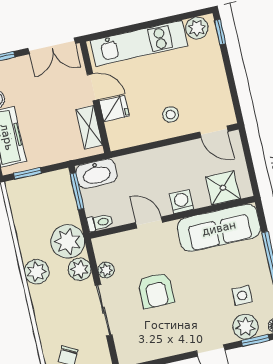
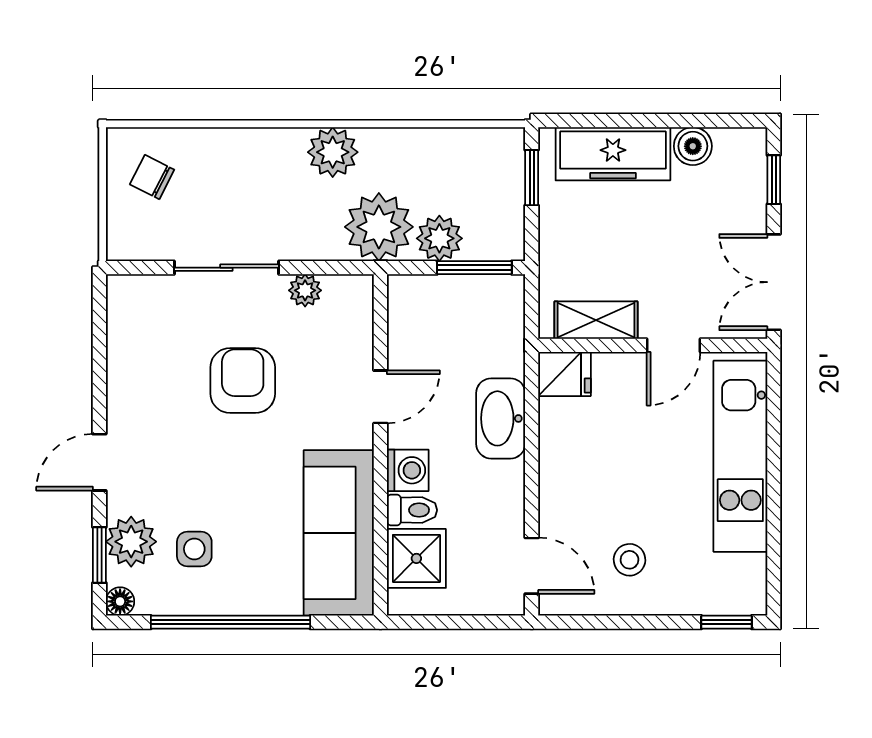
plant: (197, 28) -> (745, 578), removed
fridge: (114, 109) -> (564, 374), moved, turned -90
stool: (171, 115) -> (630, 560), moved
door: (214, 132) -> (532, 566), swing flipped
washbasin: (96, 174) -> (501, 418), moved
toilet: (100, 222) -> (412, 510), moved, turned -90
plant: (80, 269) -> (439, 238), moved
armchair: (156, 290) -> (243, 381), turned 90

